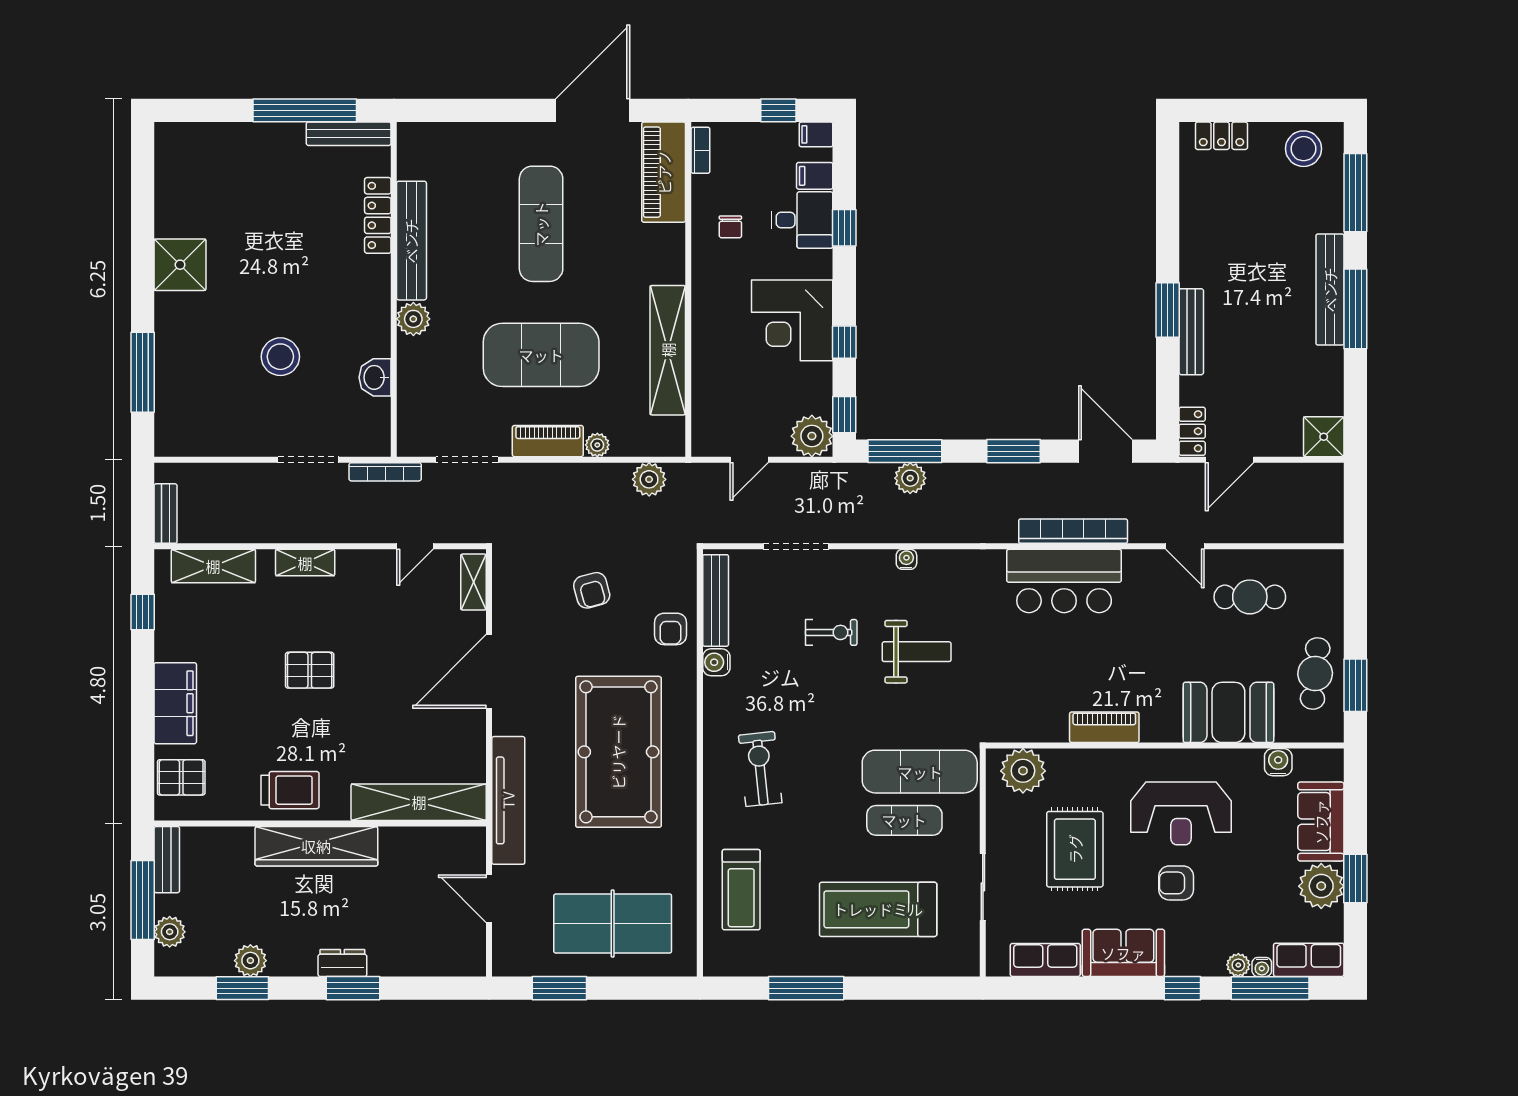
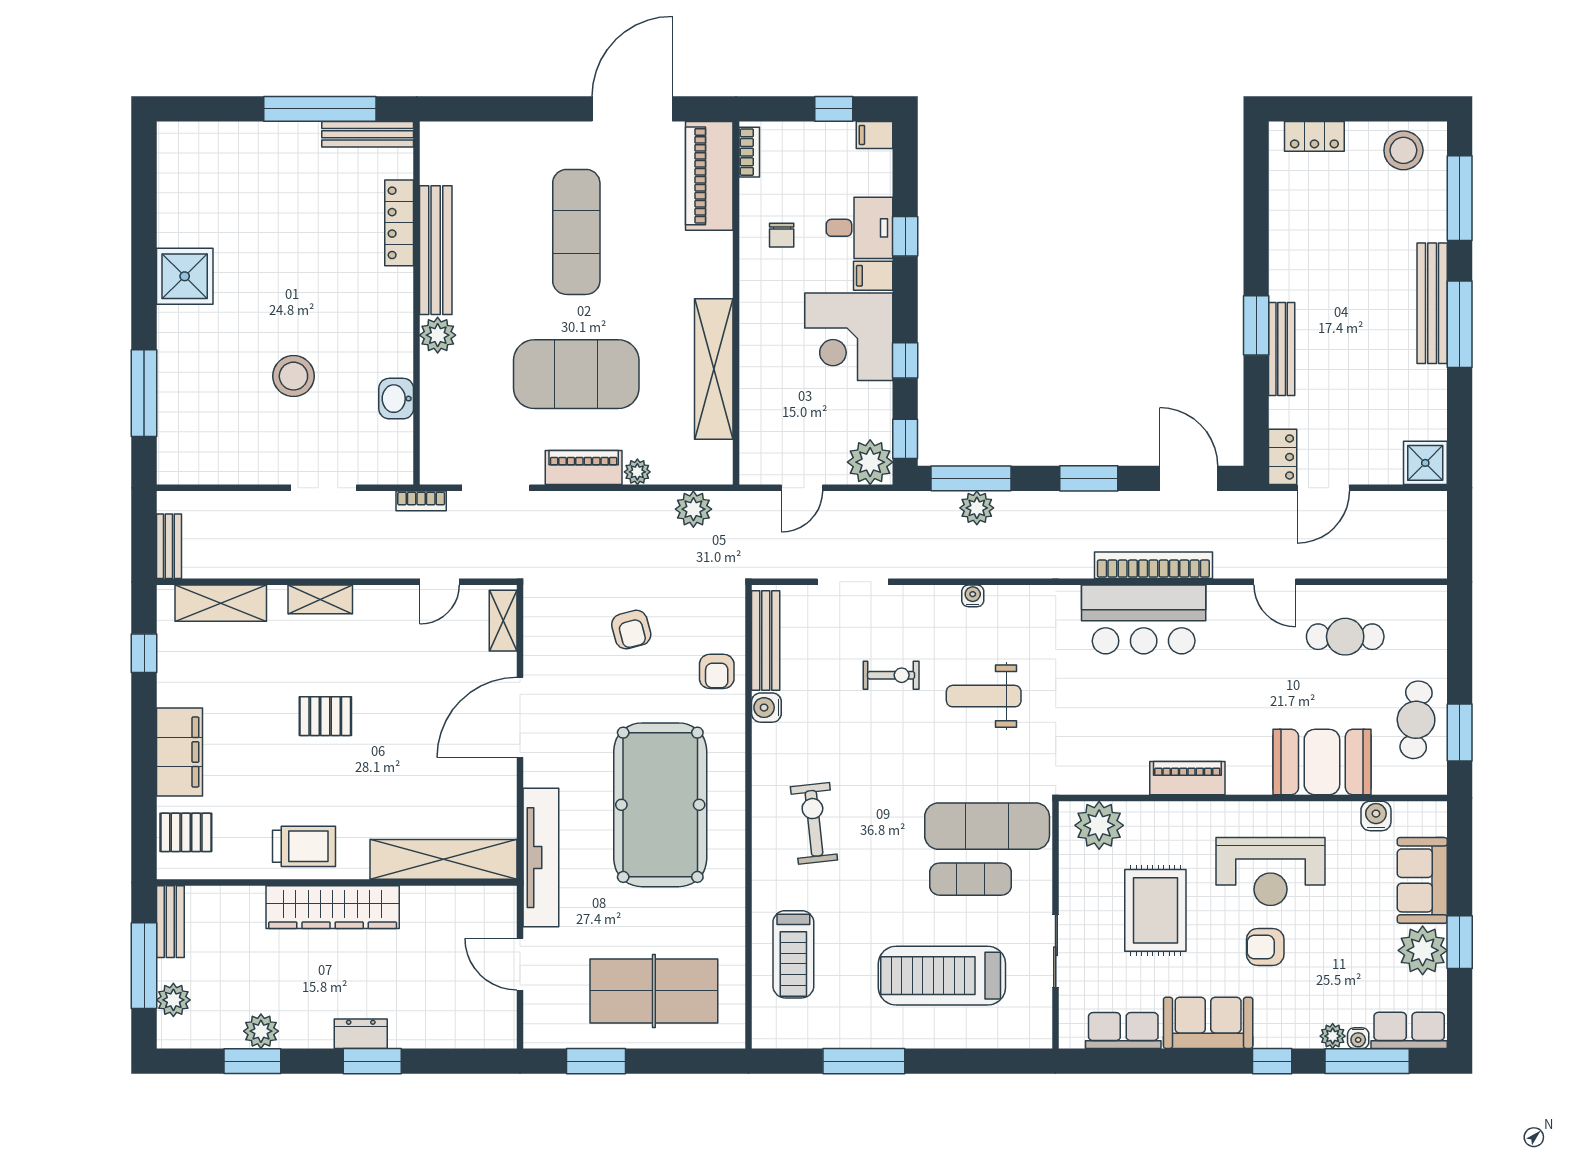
filing cabinet: (815, 176) -> (873, 276), moved
bookcase: (385, 472) -> (421, 501), width x0.64
weight bench: (917, 652) -> (984, 696), turned 180

